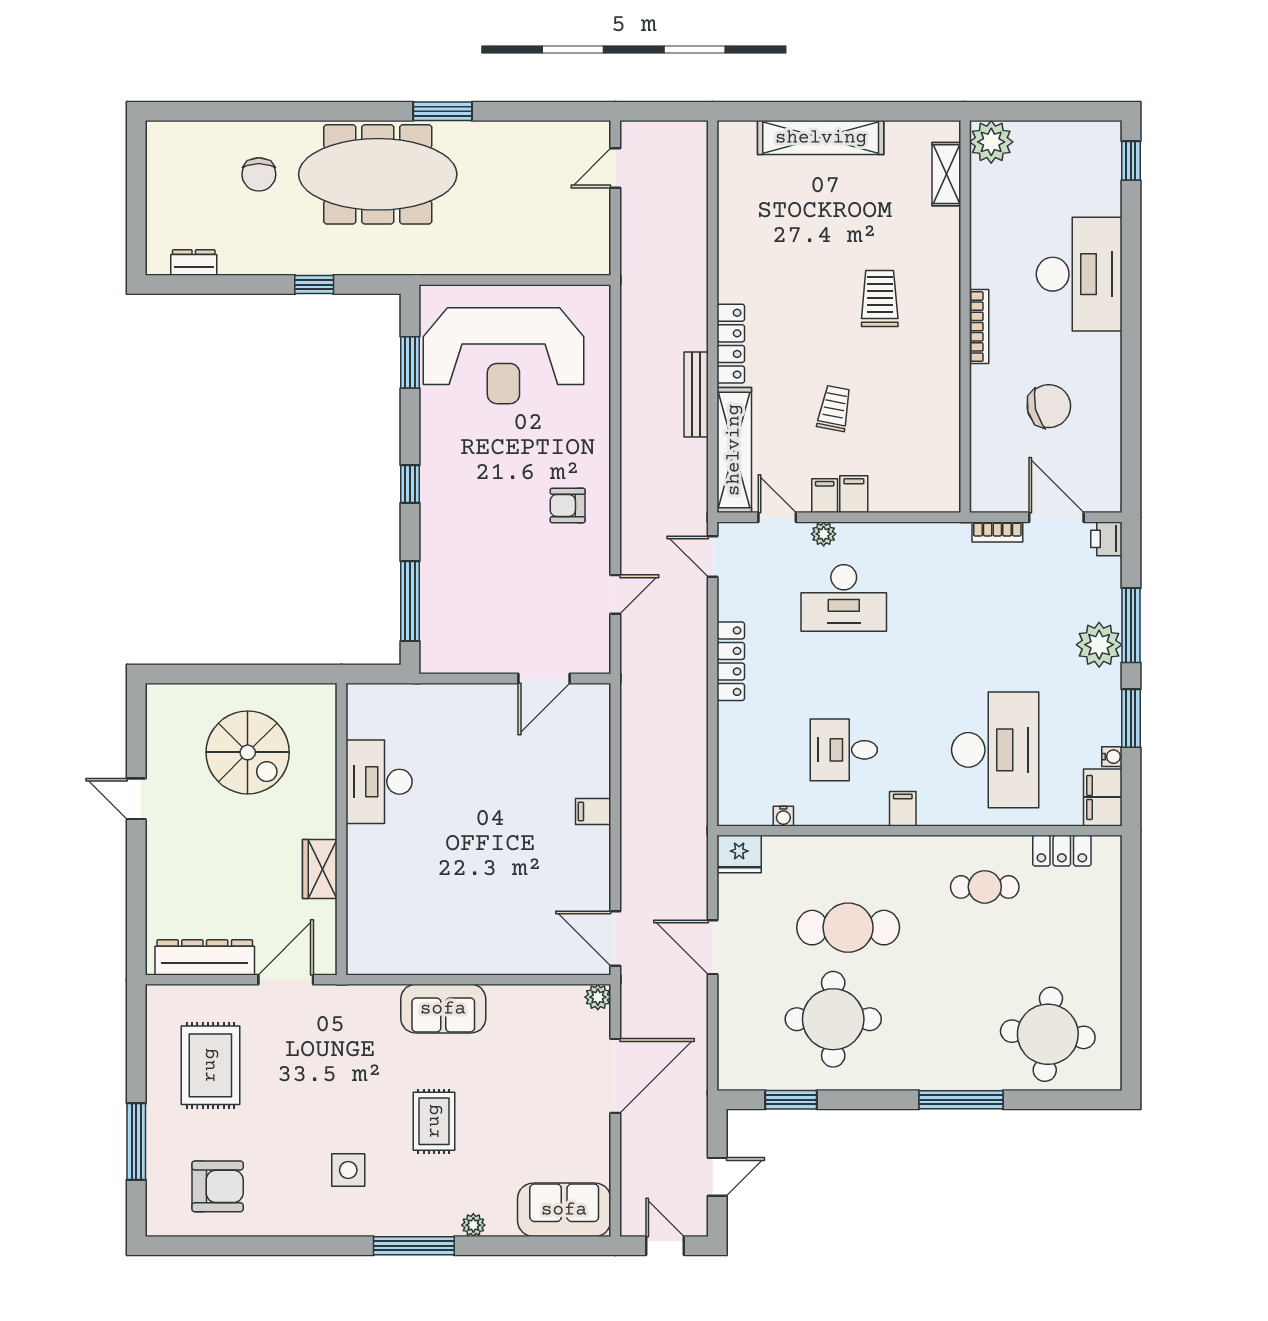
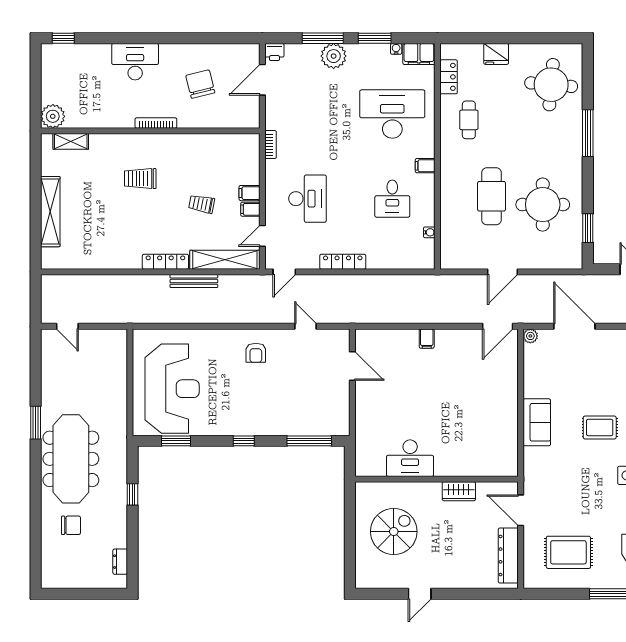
desk: (1079, 274) -> (135, 62), width x0.73, depth x0.77
bookcase: (997, 532) -> (271, 145), moved
plant: (824, 534) -> (272, 210), removed
fridge: (739, 854) -> (496, 54), moved, turned 90

